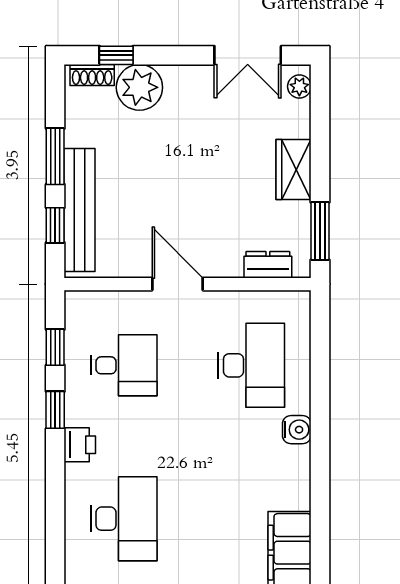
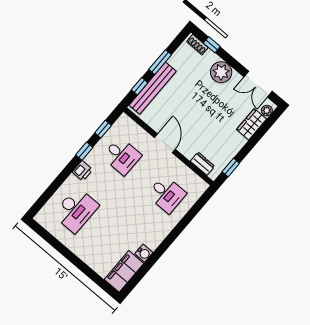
plant: (139, 87) -> (221, 72), moved
wardrobe: (294, 169) -> (252, 124), moved
window: (320, 231) -> (231, 167), width x0.67
desk: (251, 365) -> (167, 194), width x0.73
water cooler: (297, 430) -> (144, 253), moved

